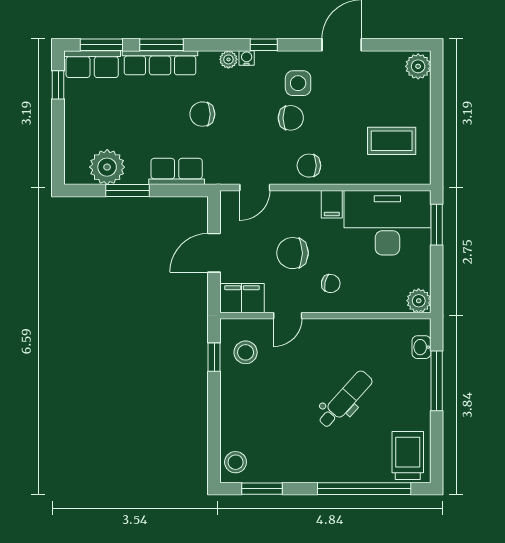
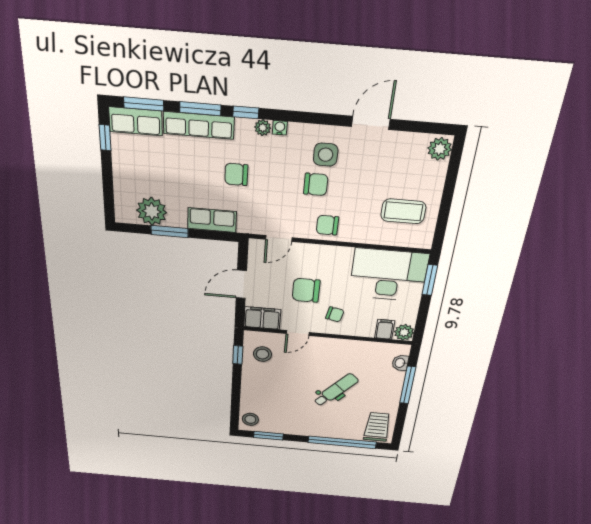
window: (264, 45) -> (246, 112), moved
filing cabinet: (332, 204) -> (385, 329), moved, turned 180

